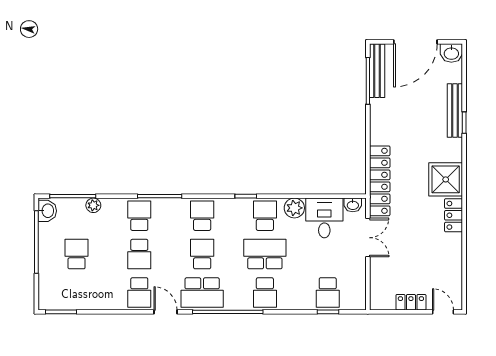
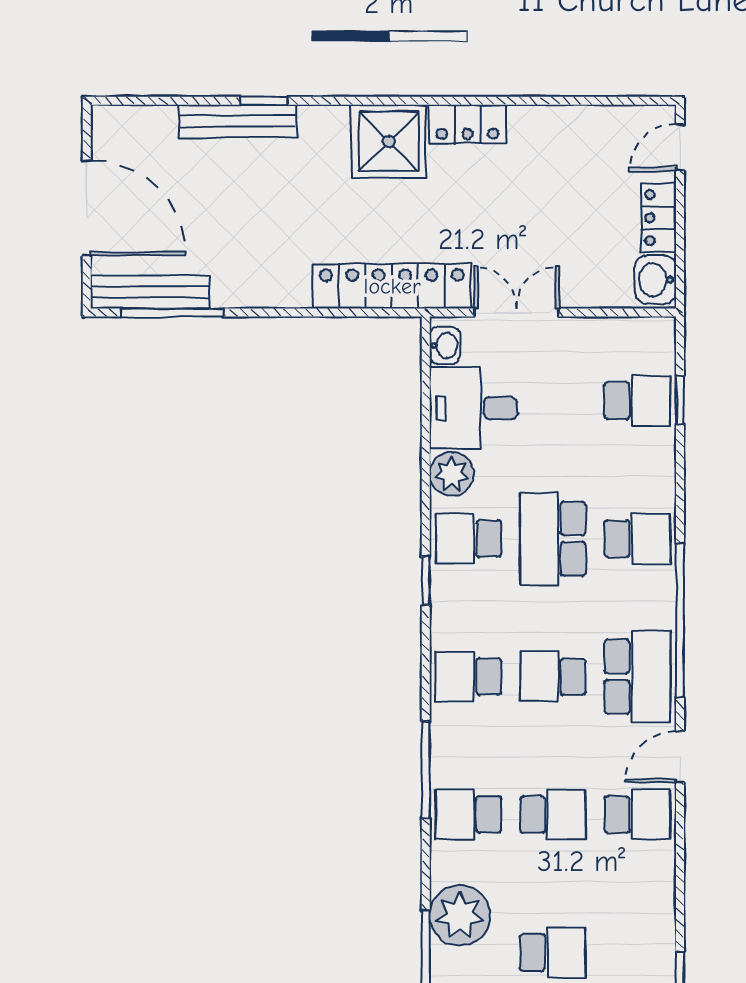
washbasin: (451, 53) -> (656, 280), moved, turned 180
plant: (93, 205) -> (460, 916), width x1.88, depth x1.88
school desk: (77, 254) -> (553, 952), turned 180

